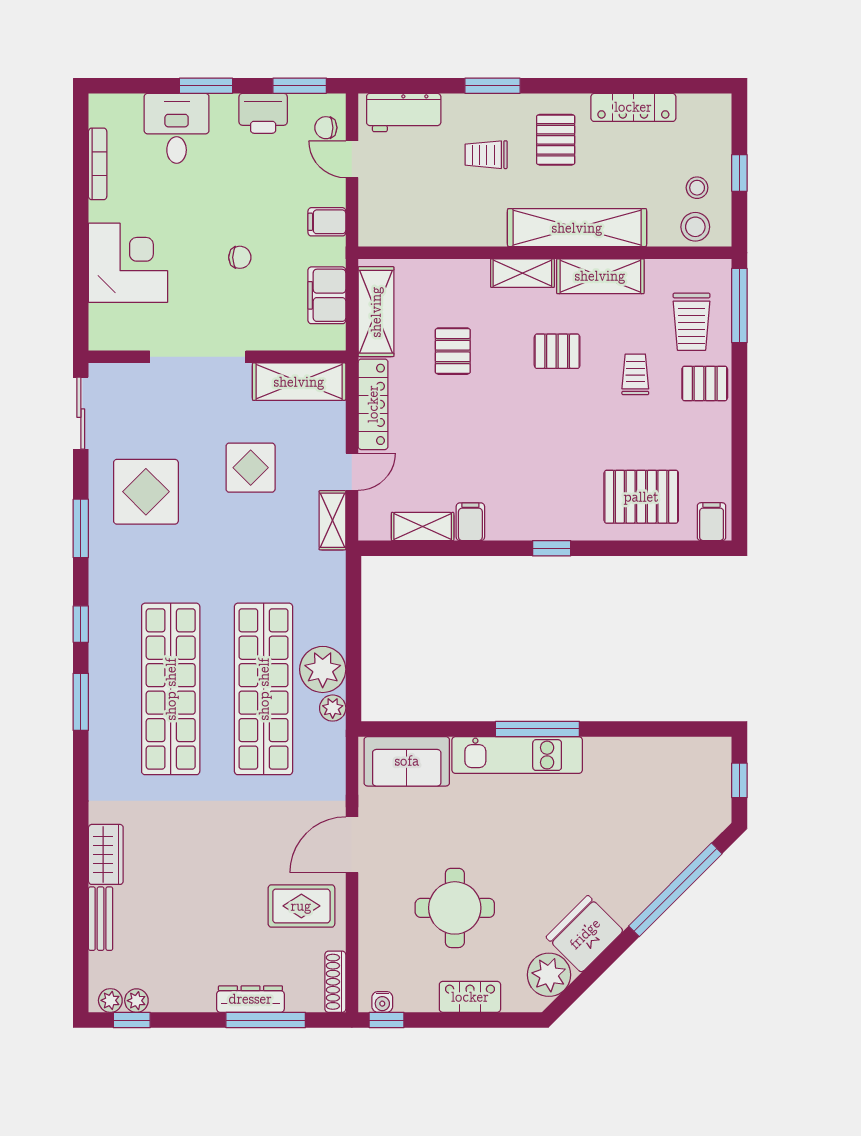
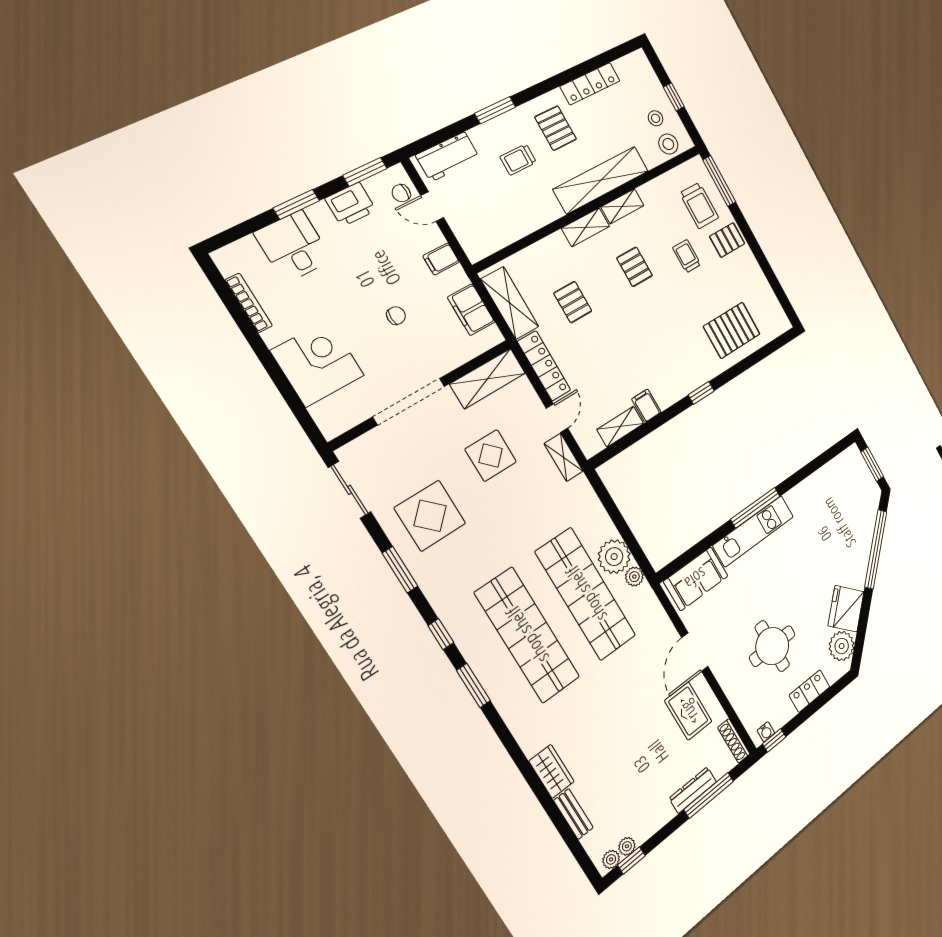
shelving: (600, 276) -> (622, 206), width x0.67, depth x0.75
pallet: (557, 351) -> (635, 267), turned 90
filing cabinet: (712, 522) -> (777, 322), removed
window: (739, 780) -> (872, 464), width x1.50
rug: (301, 906) -> (688, 711), turned 90

